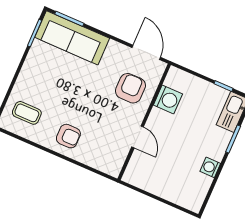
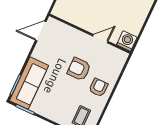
armchair: (130, 88) -> (79, 69), moved
washing machine: (168, 100) -> (127, 41), moved

